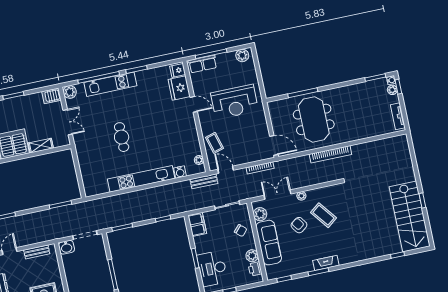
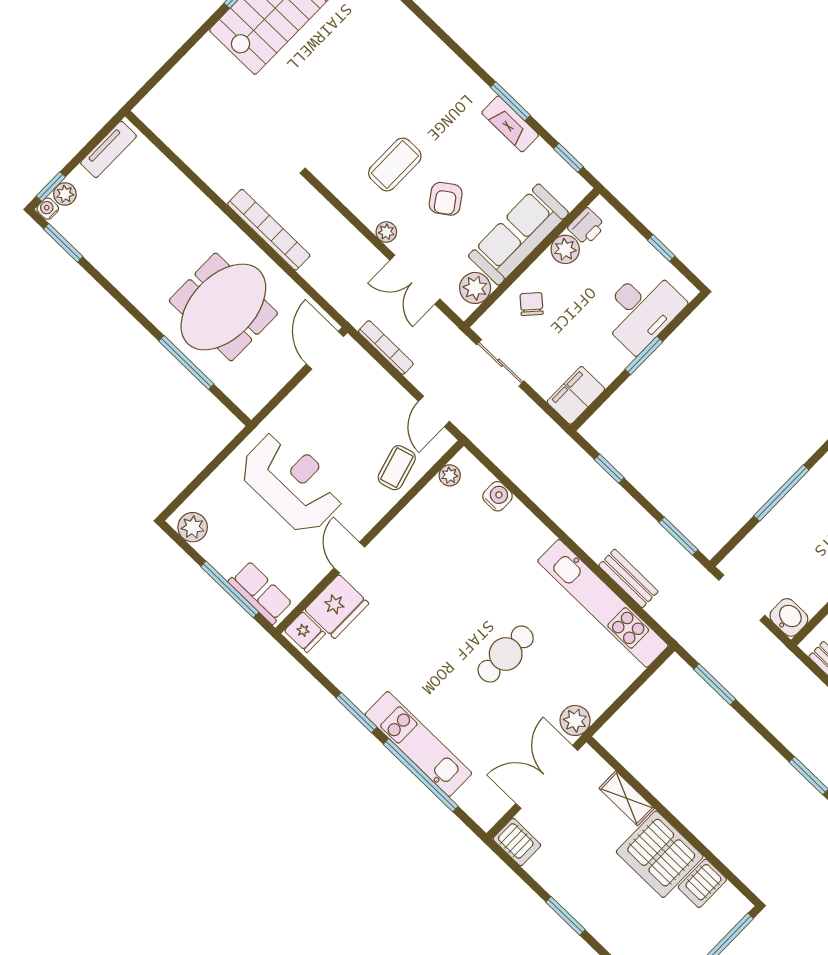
plant: (70, 92) -> (575, 720), moved
double door: (68, 122) -> (547, 777), width x1.37
kitchen unit: (141, 179) -> (603, 603), moved
bench: (204, 181) -> (628, 578), moved
coffee table: (323, 215) -> (395, 165), turned 38
fireplace: (326, 263) -> (510, 124), moved

